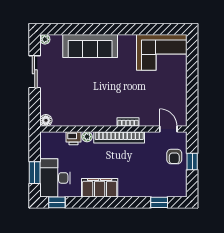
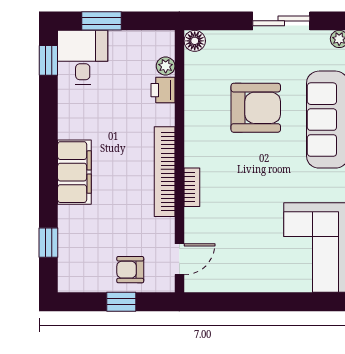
armchair: (83, 86) -> (256, 108), added
plant: (87, 137) -> (166, 66), moved
desk: (55, 178) -> (83, 57), width x0.73
filing cabinet: (100, 188) -> (74, 172), moved

